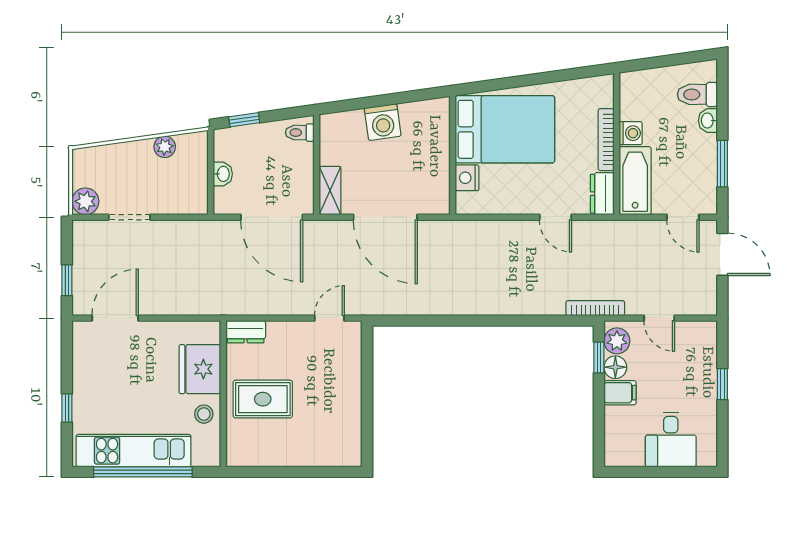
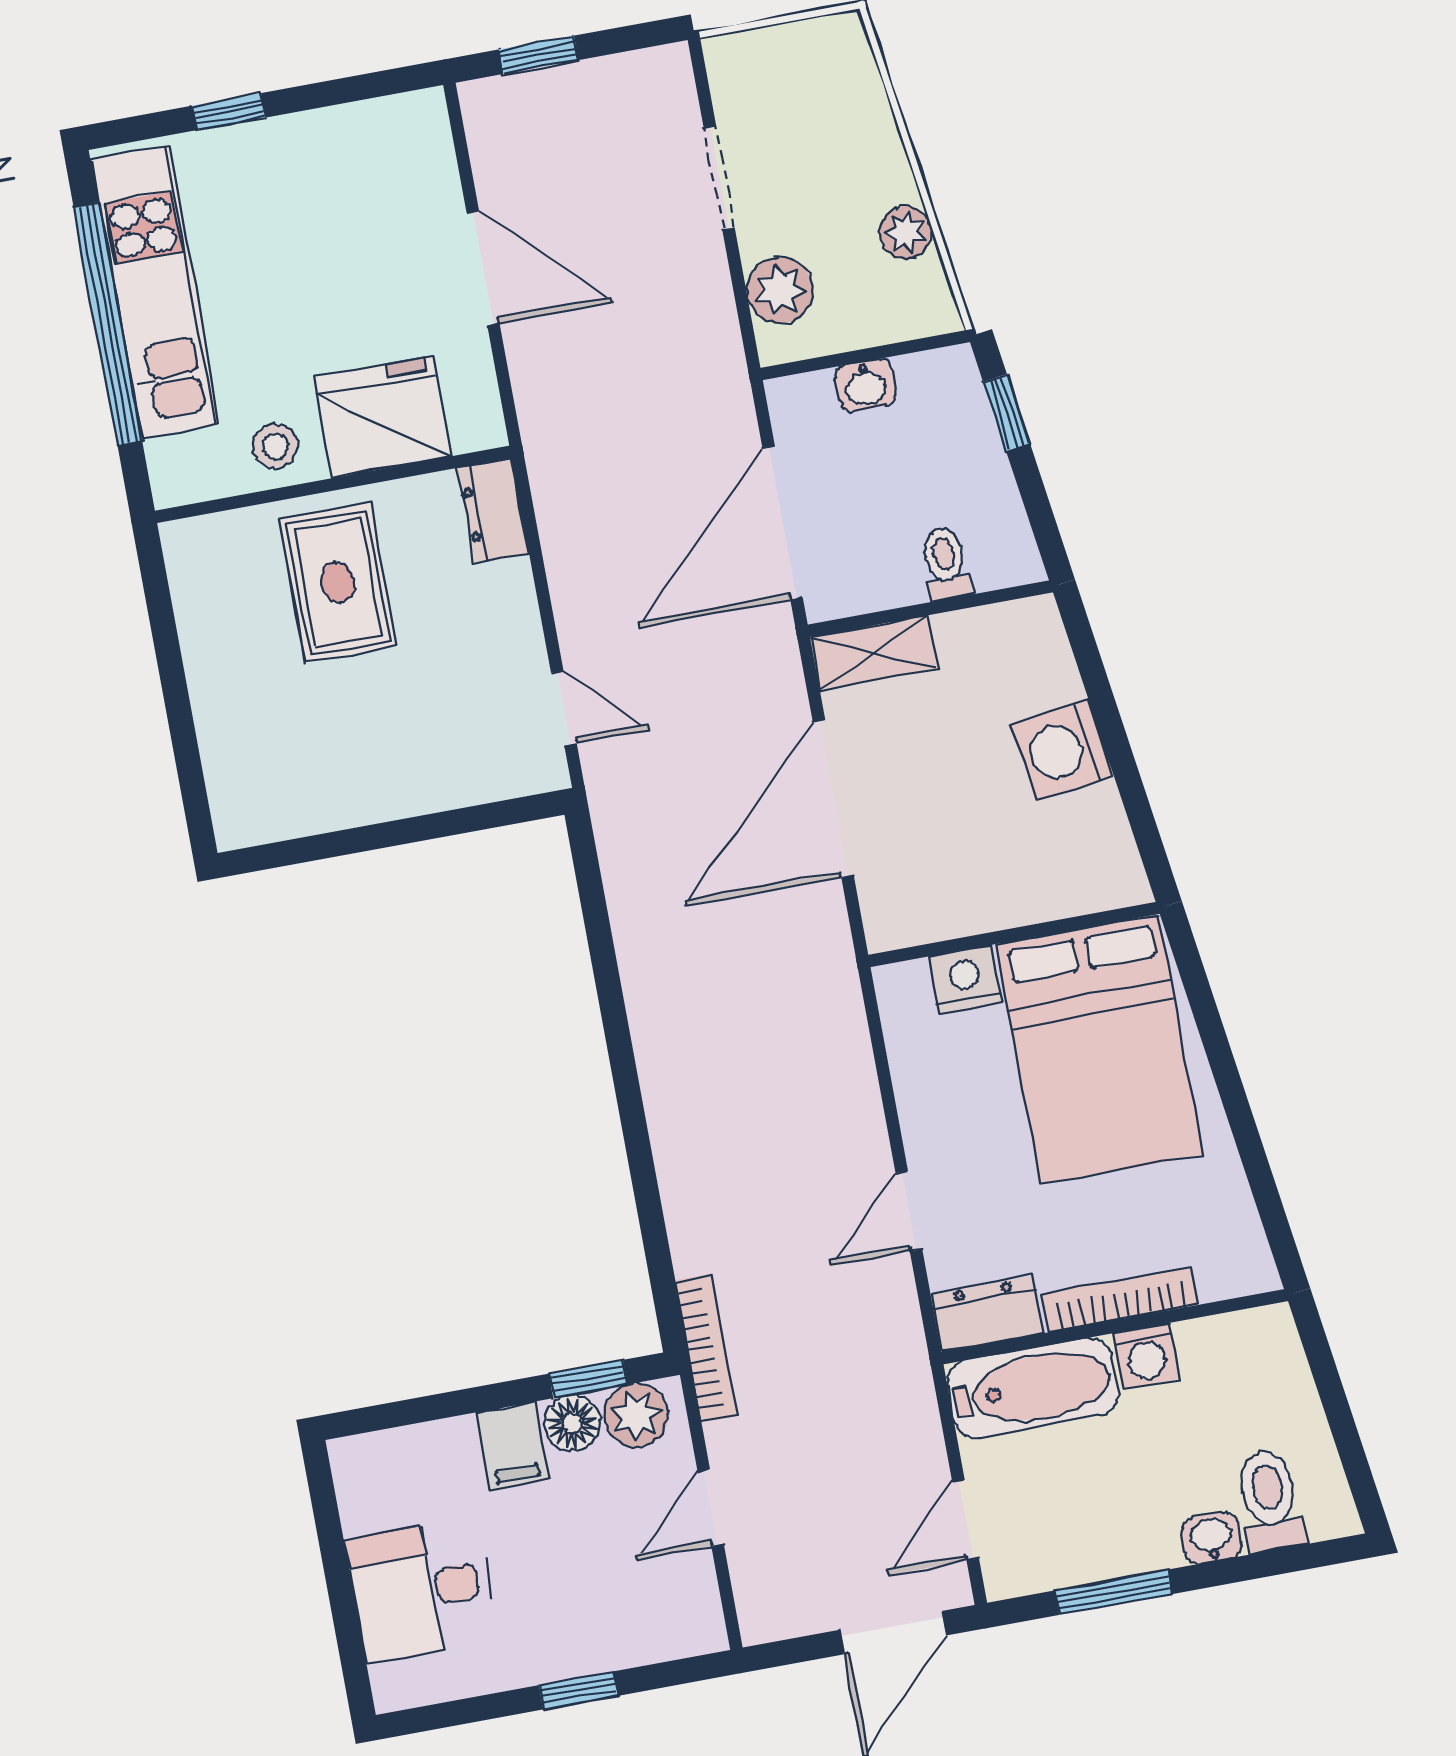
toilet: (300, 133) -> (945, 564), moved
plant: (85, 201) -> (780, 290), moved
door: (115, 318) -> (483, 268), moved

